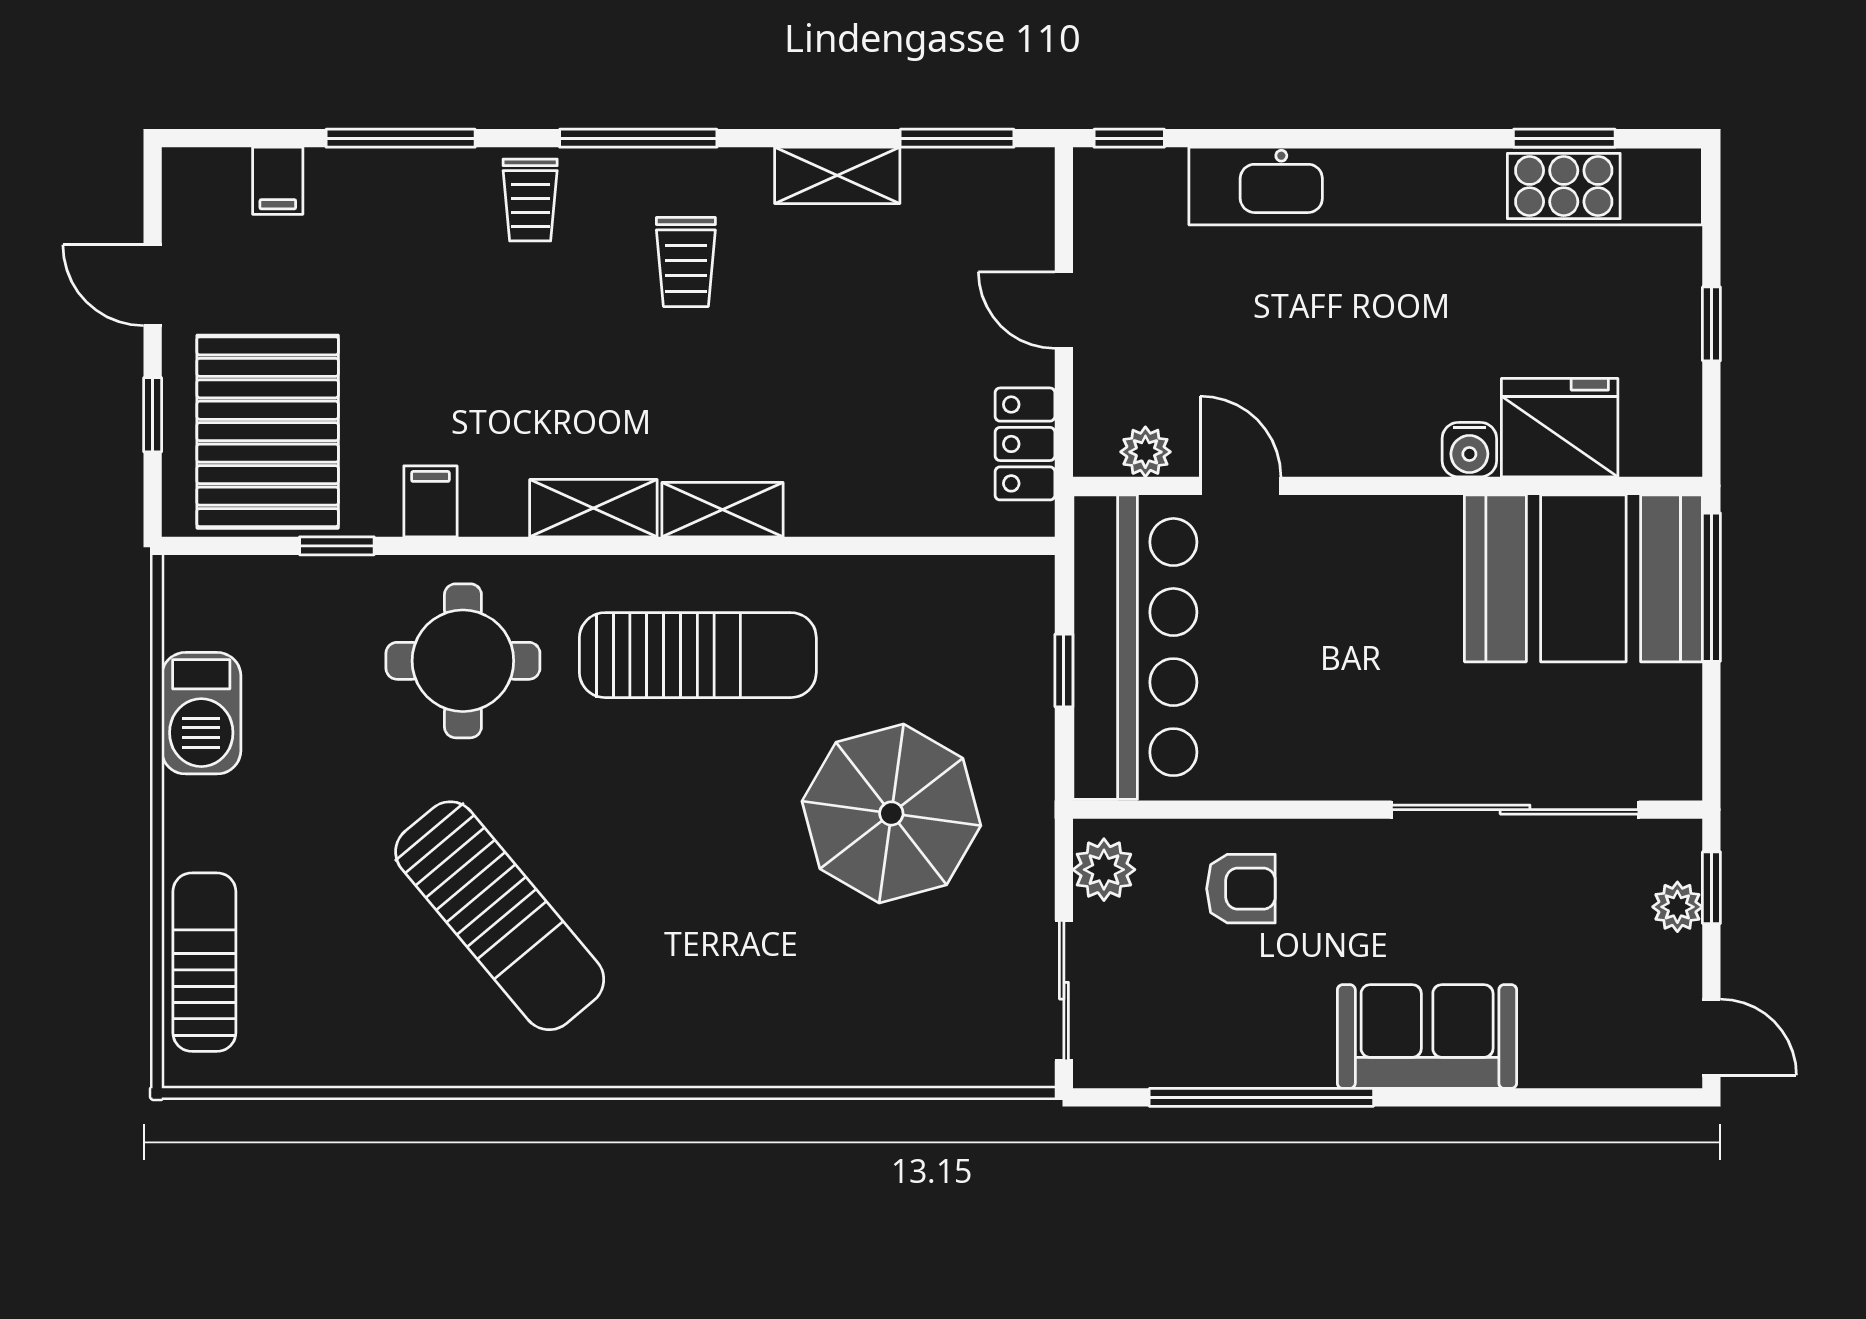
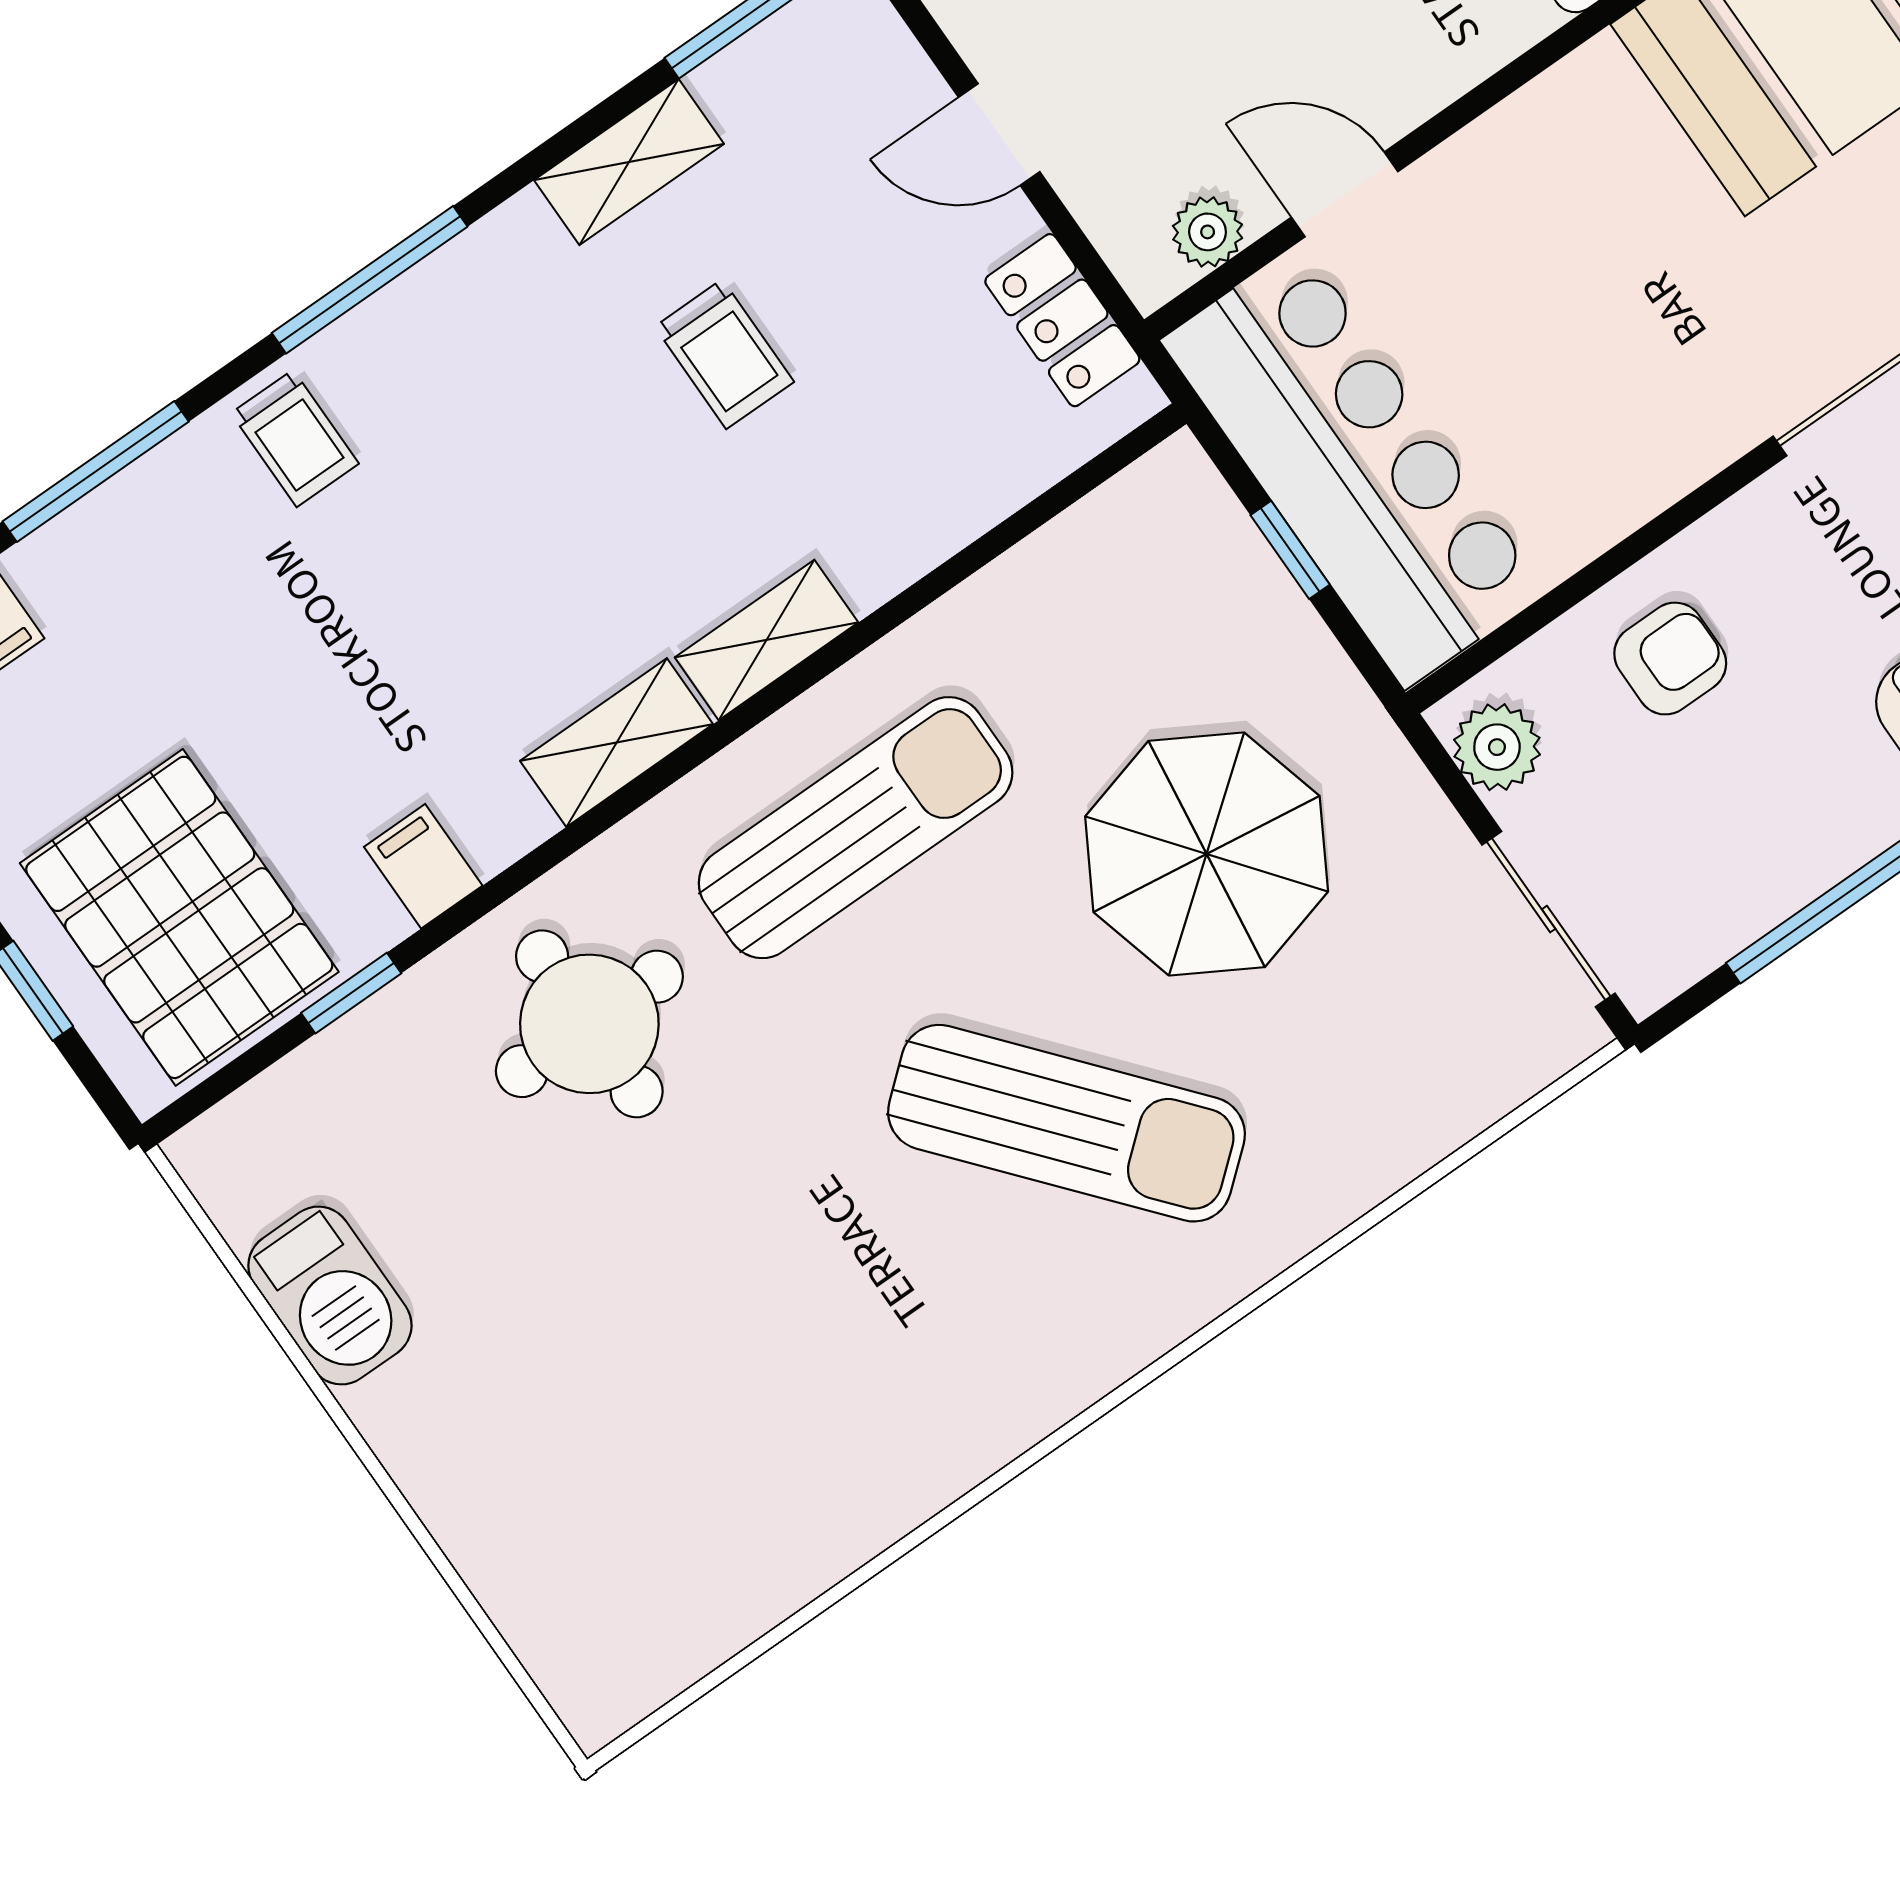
trolley: (686, 262) -> (724, 354), moved
sun lounger: (500, 916) -> (1066, 1123), moved
sun lounger: (204, 962) -> (535, 1580), removed

